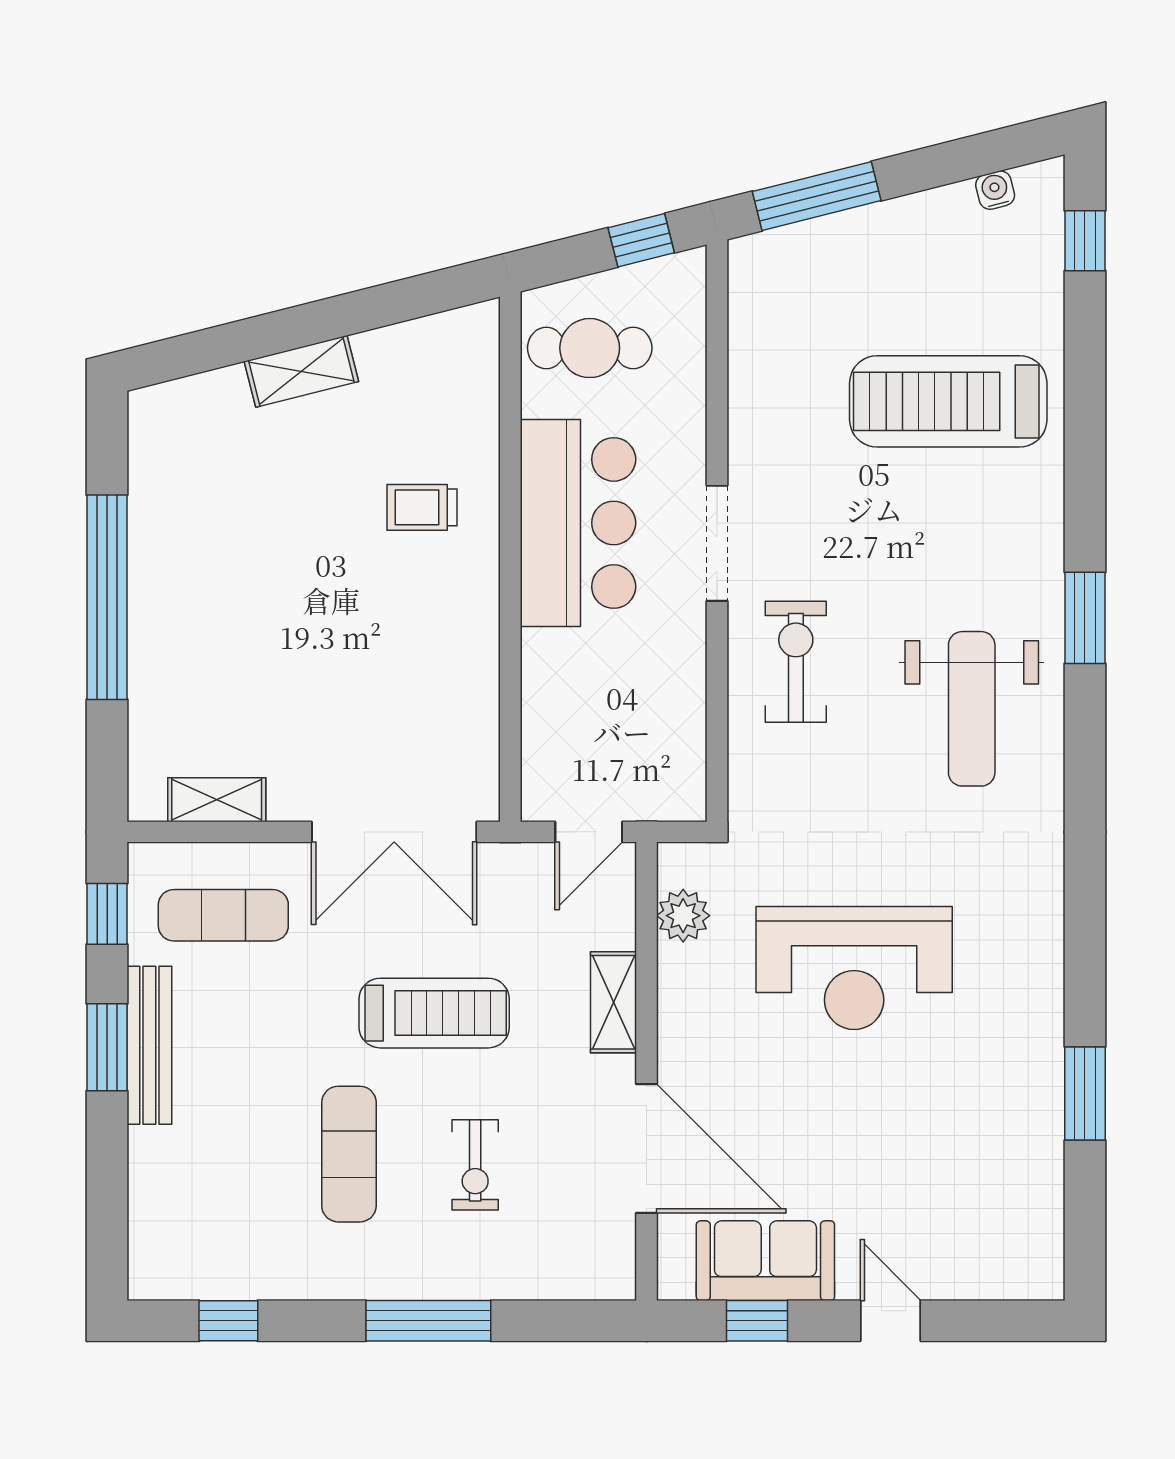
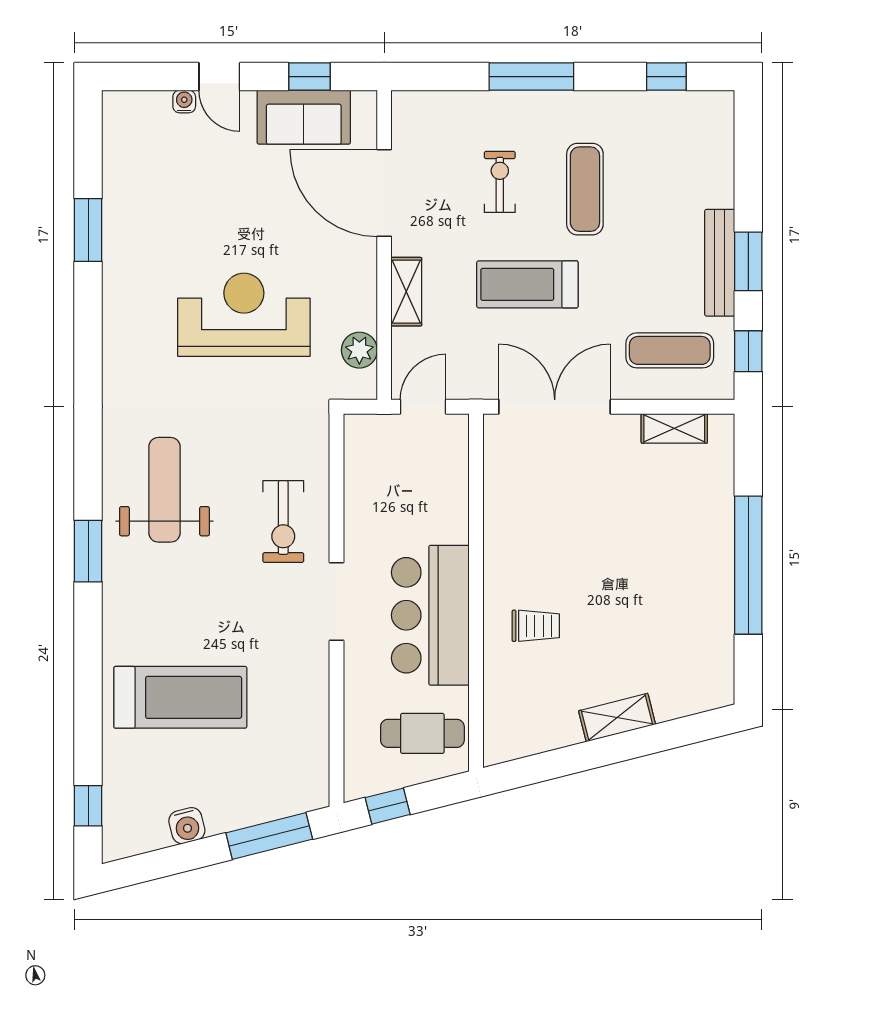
water cooler: (995, 190) -> (187, 826), moved, width x1.38, depth x1.38
water cooler: (942, 1284) -> (184, 102), added

